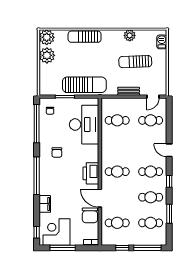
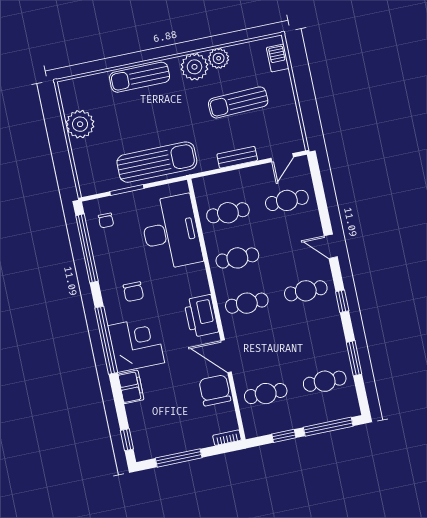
plant: (47, 37) -> (195, 67), moved
cafe table: (151, 197) -> (237, 258), moved
chair: (90, 215) -> (215, 390), turned 180
corner desk: (57, 232) -> (136, 344), moved, turned 90

